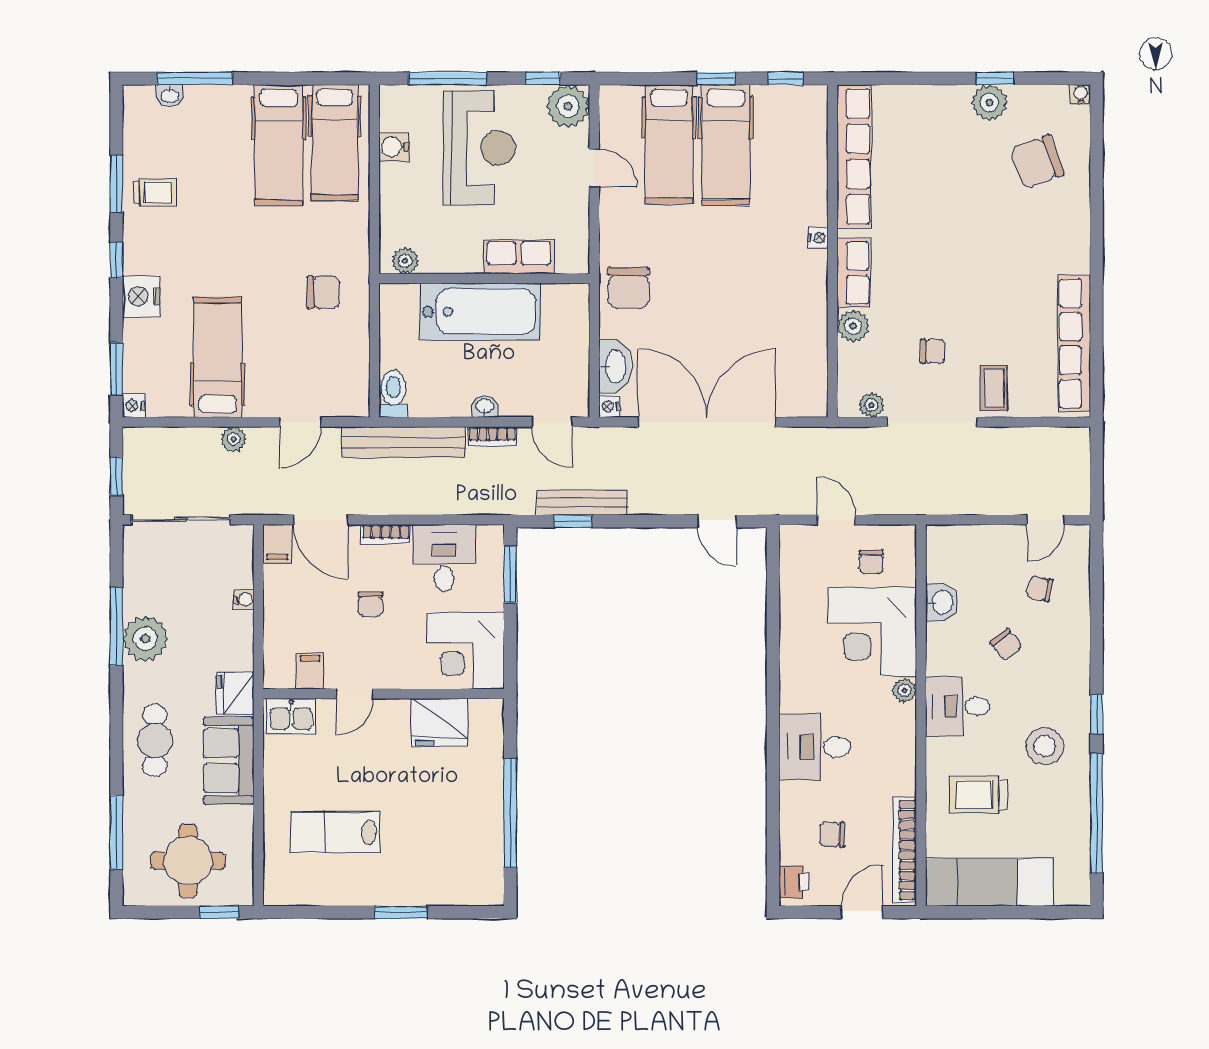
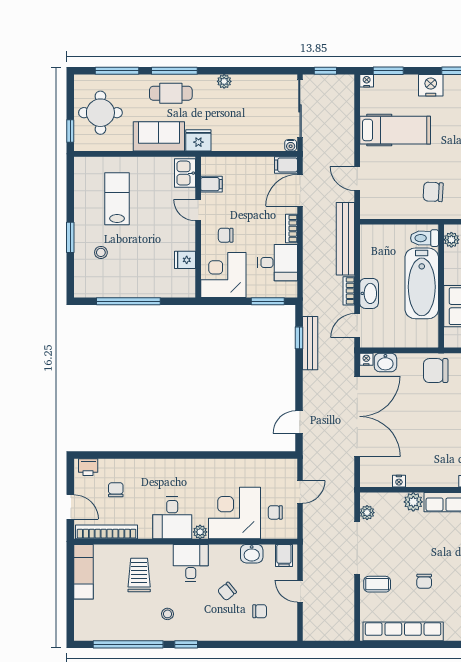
chair: (323, 292) -> (433, 192), turned 93
nightstand: (818, 351) -> (399, 481), added
chair: (933, 351) -> (424, 581), moved
washbasin: (615, 366) -> (385, 362), width x0.72
toilet: (393, 394) -> (425, 238), moved, turned 180
washbasin: (485, 407) -> (369, 293), width x1.91, depth x1.45
plant: (234, 439) -> (347, 139), removed
door: (1046, 520) -> (300, 591), moved
filing cabinet: (945, 547) -> (284, 555), added
chair: (1040, 589) -> (260, 611), turned 78
water cooler: (244, 599) -> (291, 145), moved
chair: (370, 604) -> (226, 235), moved
window: (116, 627) -> (174, 71), moved
plant: (145, 639) -> (224, 81), width x0.53, depth x0.53
fridge: (440, 722) -> (185, 260), width x0.53, depth x0.75
stool: (1045, 746) -> (168, 614), width x0.53, depth x0.53
desk: (815, 747) -> (172, 518), moved, turned 180
stool: (427, 860) -> (101, 252), added
exam couch: (989, 882) -> (83, 572), width x0.73, depth x0.69

